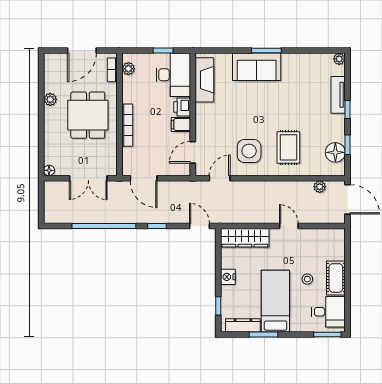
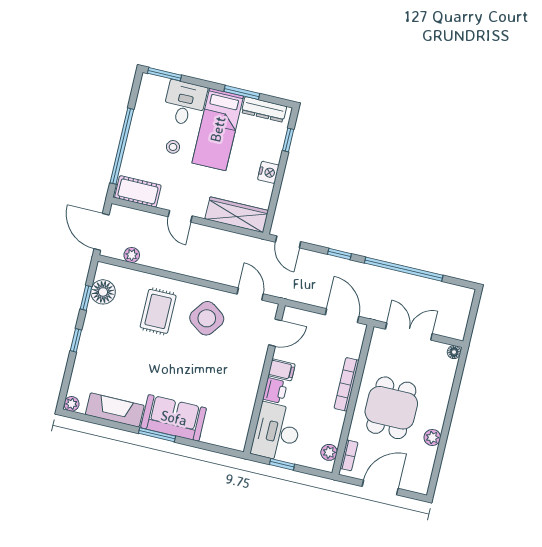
fireplace: (204, 80) -> (115, 410), moved, turned 90
tv unit: (338, 95) -> (83, 361), removed
side table: (249, 151) -> (207, 318), turned 36
door: (220, 178) -> (250, 294), swing flipped
window: (348, 270) -> (122, 146), added
cot: (336, 278) -> (138, 191), moved, turned 90
desk: (329, 312) -> (185, 103), moved, turned 90

